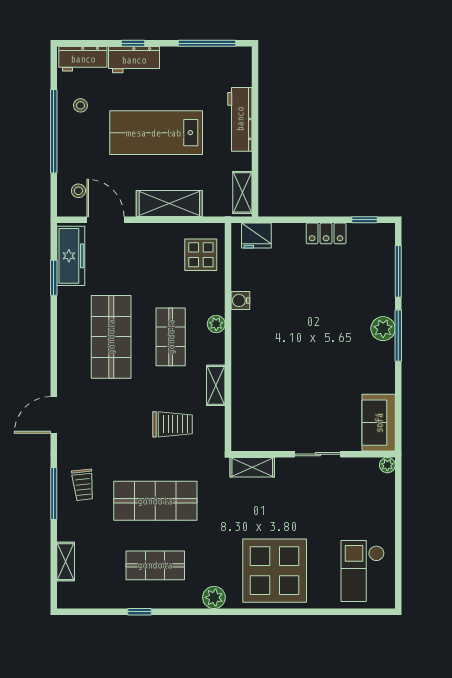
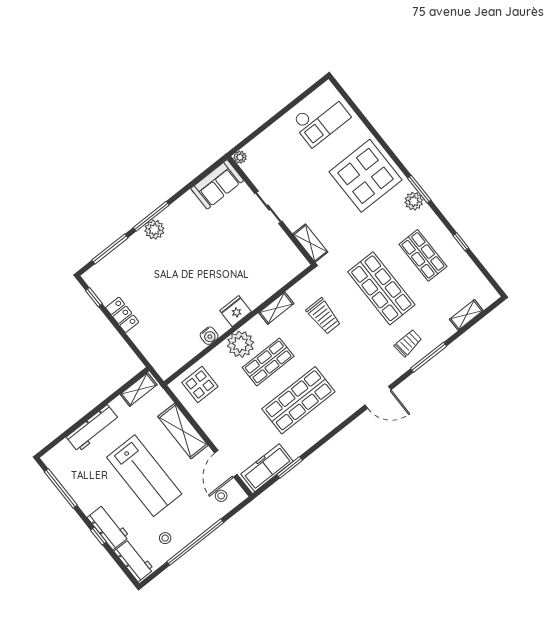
fridge: (256, 236) -> (236, 311), moved, turned -90
plant: (216, 324) -> (240, 344), width x1.88, depth x1.88
trolley: (173, 424) -> (323, 316), turned 180
window: (221, 612) -> (419, 189), added

